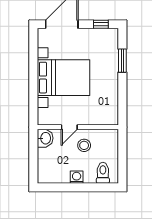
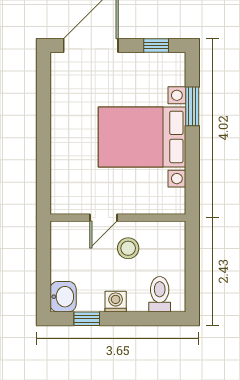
bed with nightstands: (64, 78) -> (142, 137), moved, turned 180
washbasin: (45, 138) -> (63, 297), moved
window: (59, 187) -> (87, 319), added

